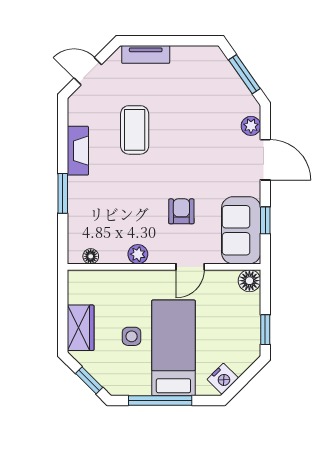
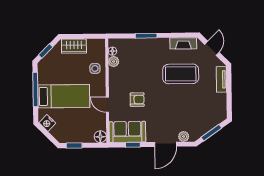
coffee table: (135, 130) -> (181, 74), width x1.36, depth x1.32
fireplace: (78, 151) -> (183, 43), moved
plant: (138, 254) -> (114, 62), moved
side table: (132, 336) -> (95, 68), moved

